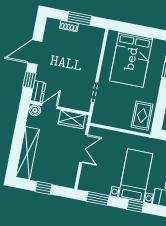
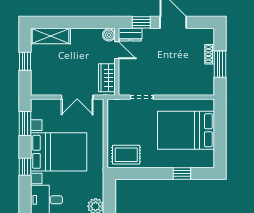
shelving: (27, 153) -> (51, 36), width x0.68
bed with nightstands: (135, 176) -> (59, 152), width x1.36

